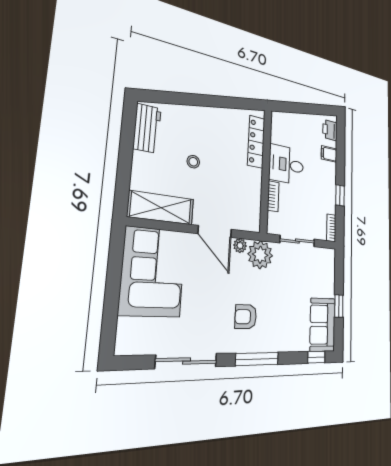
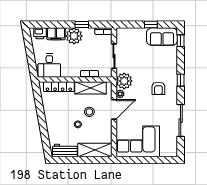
filing cabinet: (329, 154) -> (56, 34), width x2.00
desk: (286, 165) -> (49, 66), moved
plant: (326, 181) -> (74, 36), added
stool: (213, 186) -> (89, 112), added
shelving: (252, 195) -> (91, 88), added
shelving: (161, 208) -> (95, 150), moved, turned 90
window: (257, 359) -> (181, 80), width x0.46

